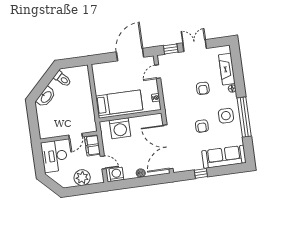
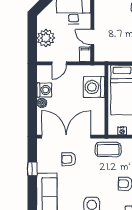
coffee table: (174, 108) -> (108, 150), added
armchair: (202, 126) -> (69, 159), moved
filing cabinet: (92, 145) -> (85, 54), width x0.50
washing machine: (116, 174) -> (44, 90), moved

